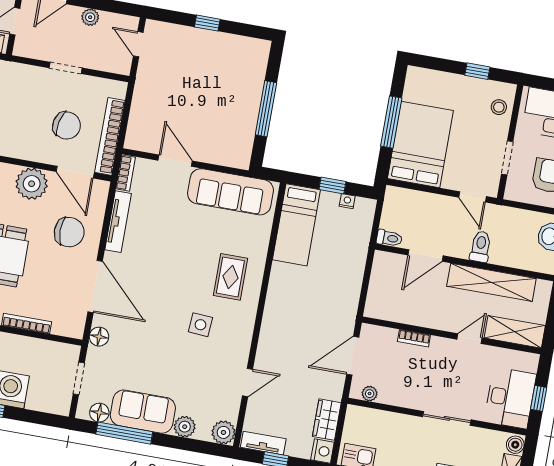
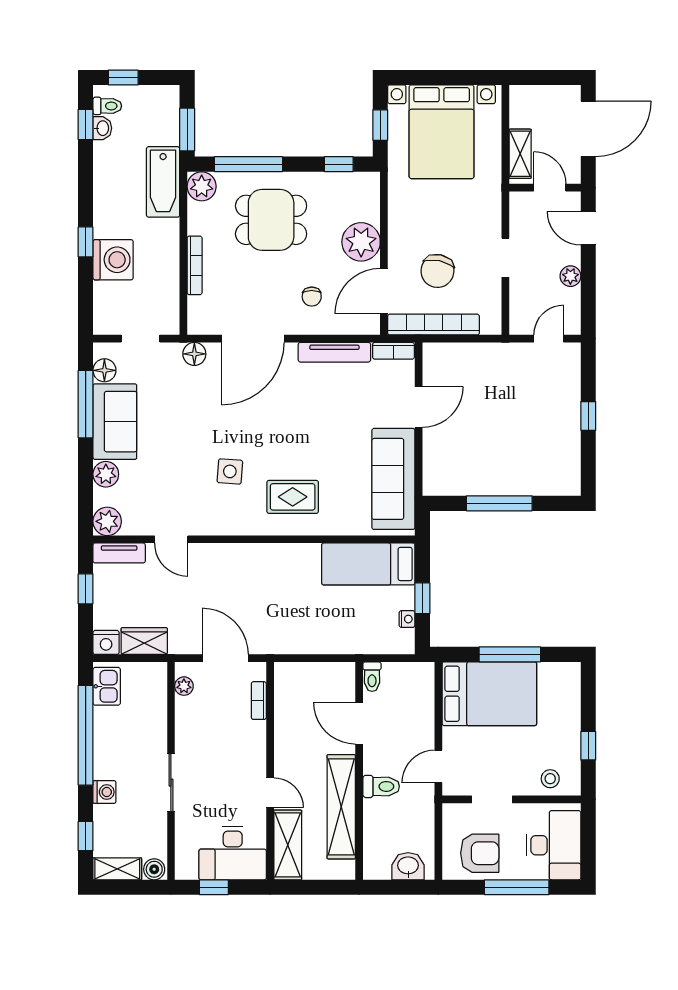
chair: (69, 232) -> (312, 297), width x0.54, depth x0.54
bookcase: (414, 338) -> (259, 701), moved
desk: (510, 398) -> (233, 853), moved
tv unit: (263, 443) -> (119, 553), moved, turned 90

